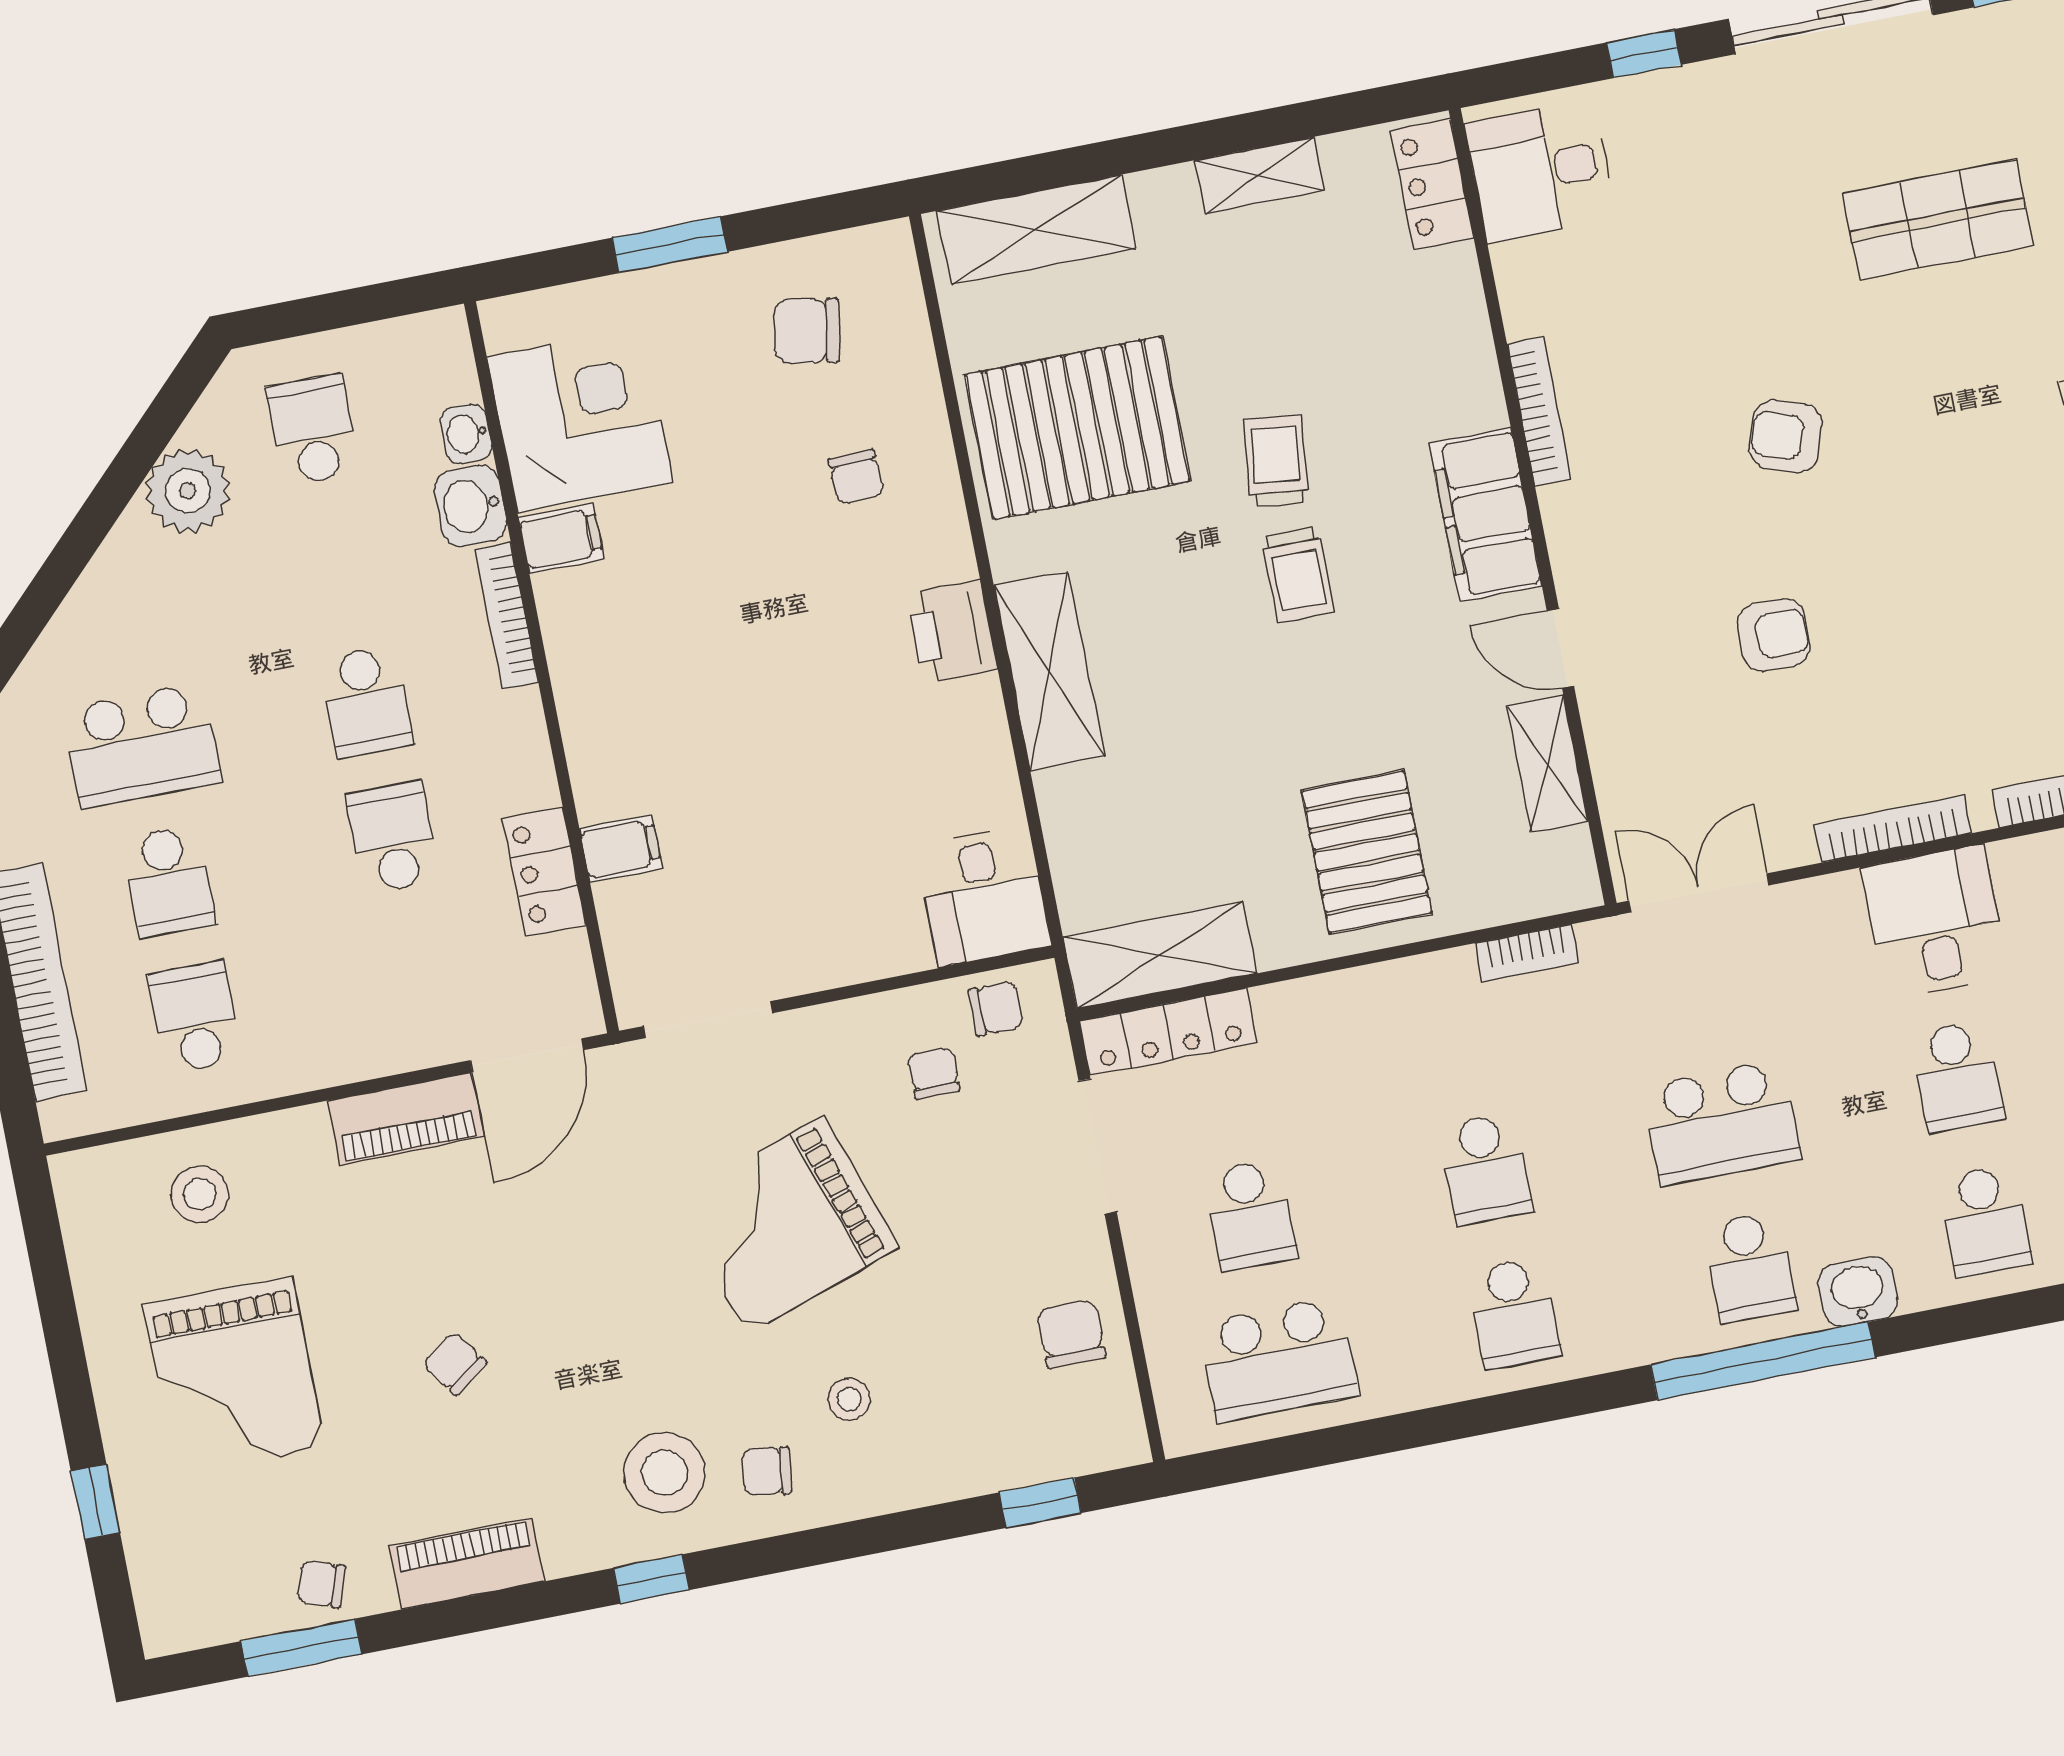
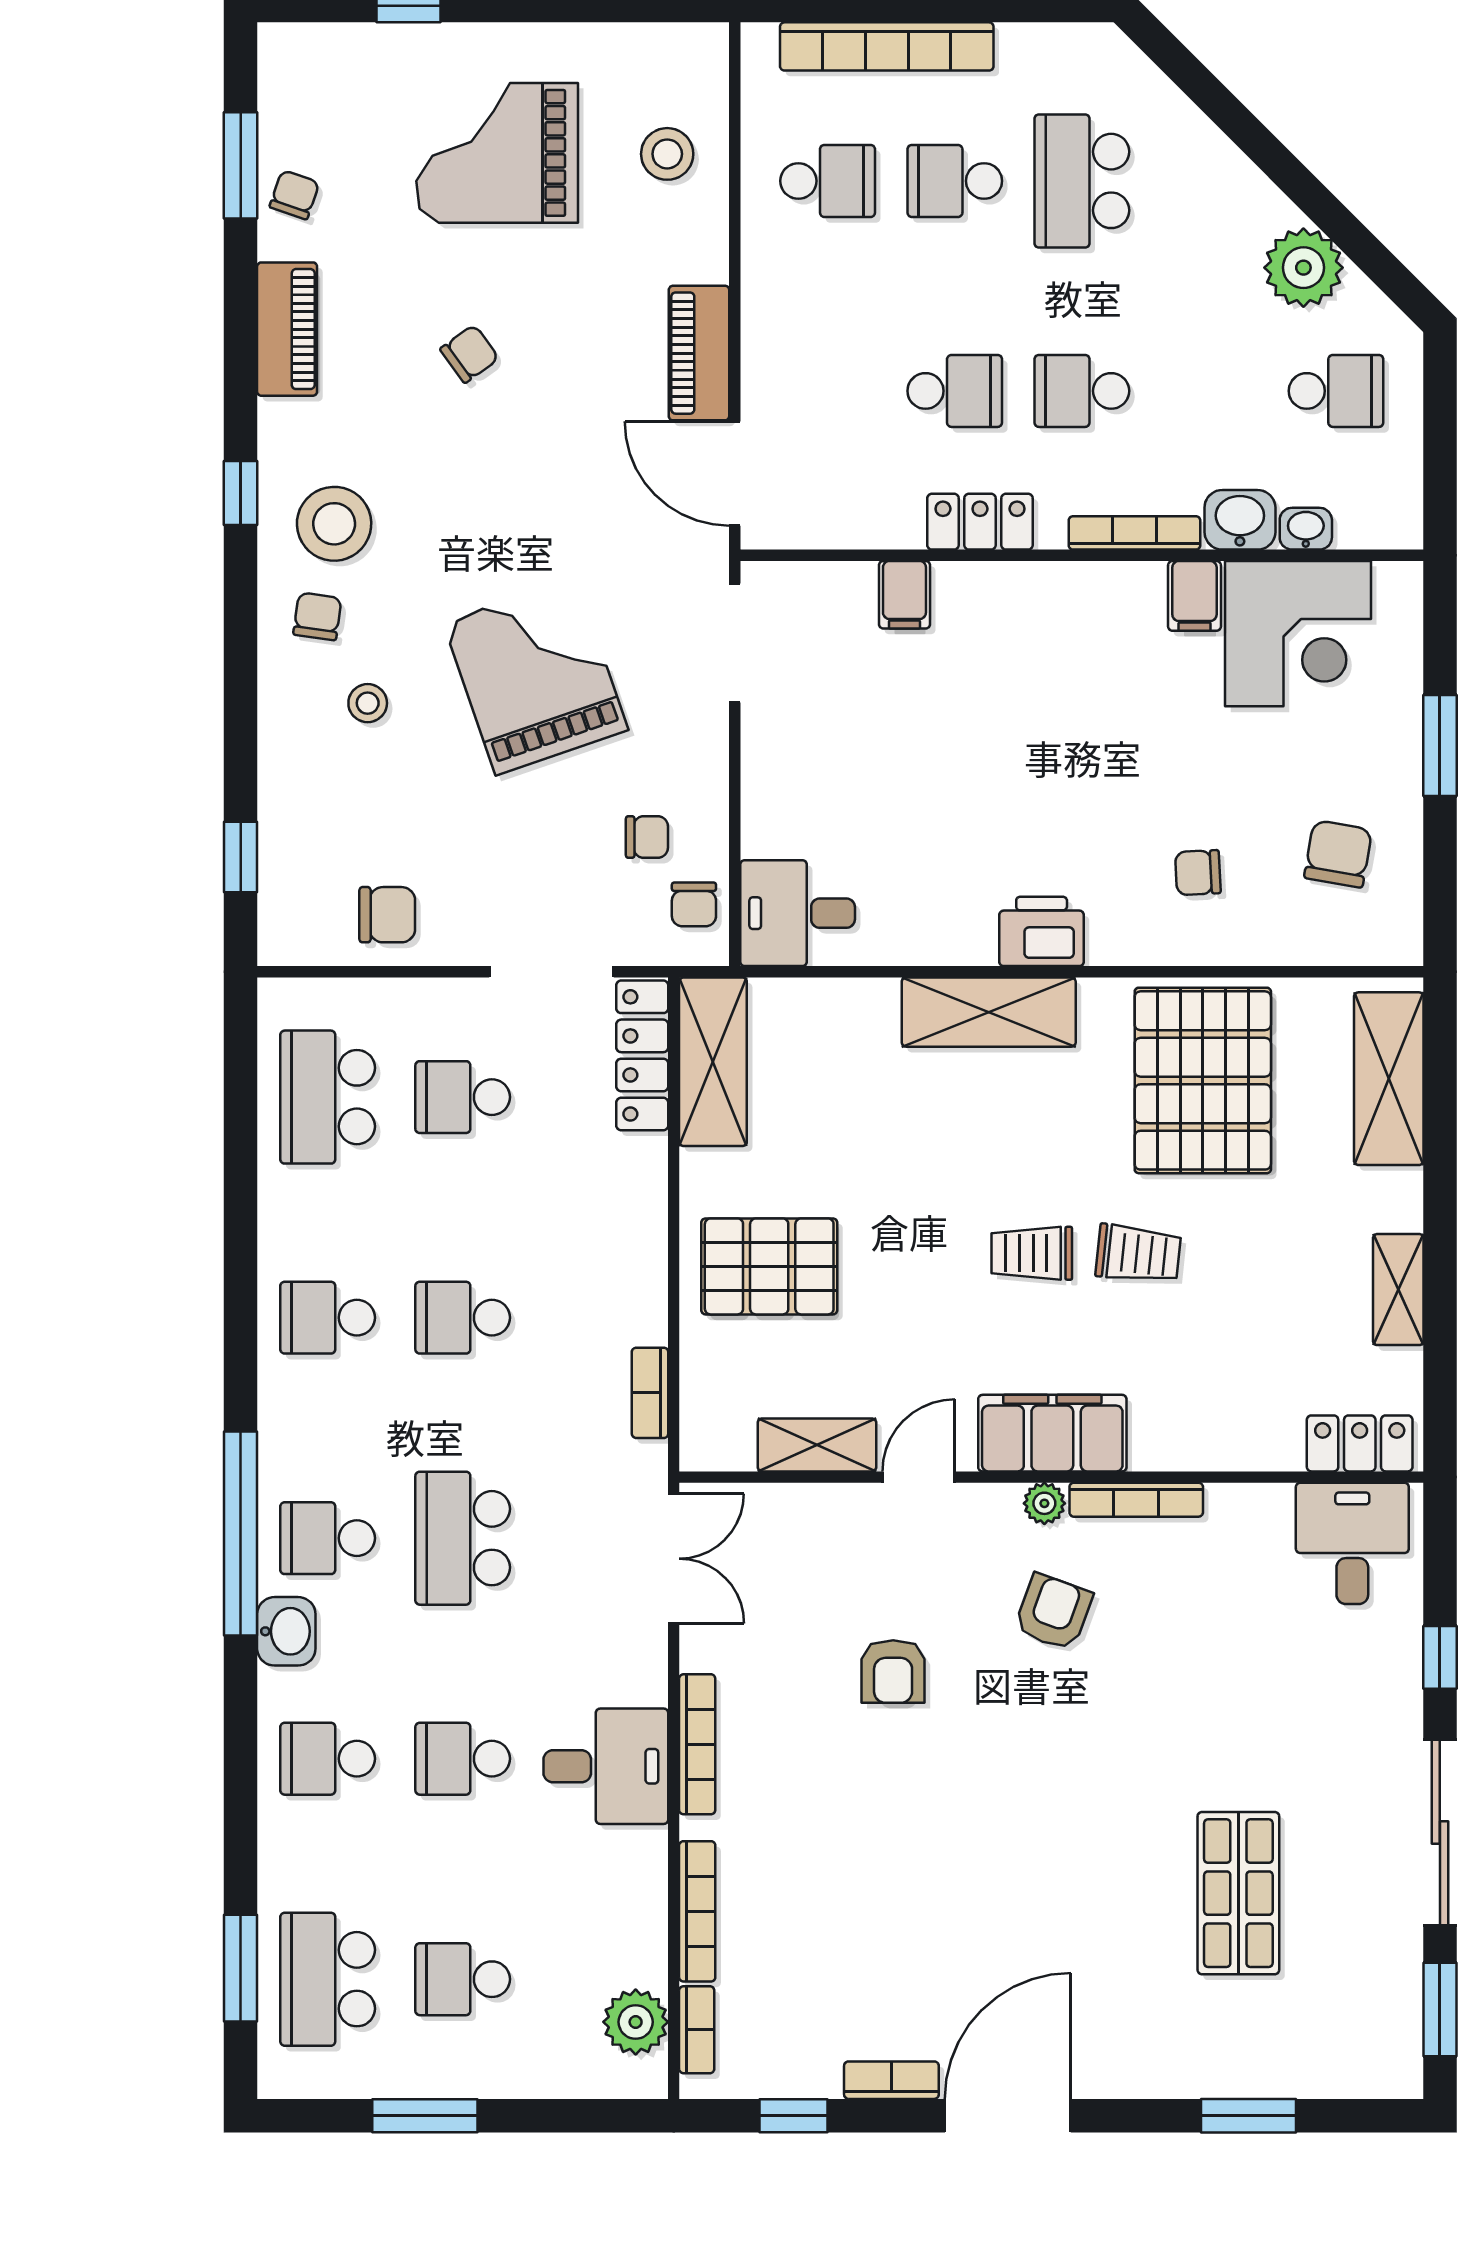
armchair: (1786, 436) -> (1053, 1612), moved
plant: (1562, 509) -> (1044, 1503), added
locker: (544, 872) -> (980, 522), moved

